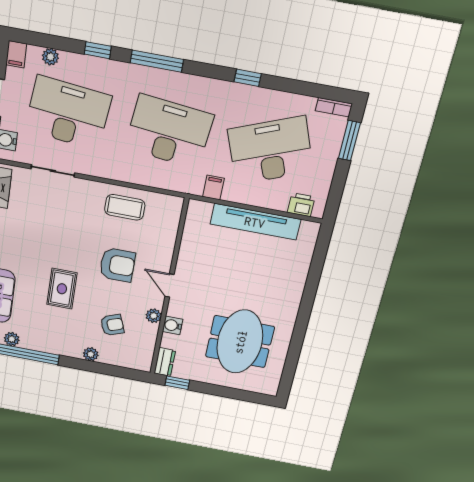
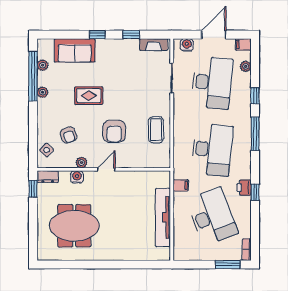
printer: (301, 205) -> (244, 188), moved, turned 180
plant: (91, 354) -> (43, 92), moved
side table: (128, 356) -> (47, 150), added

